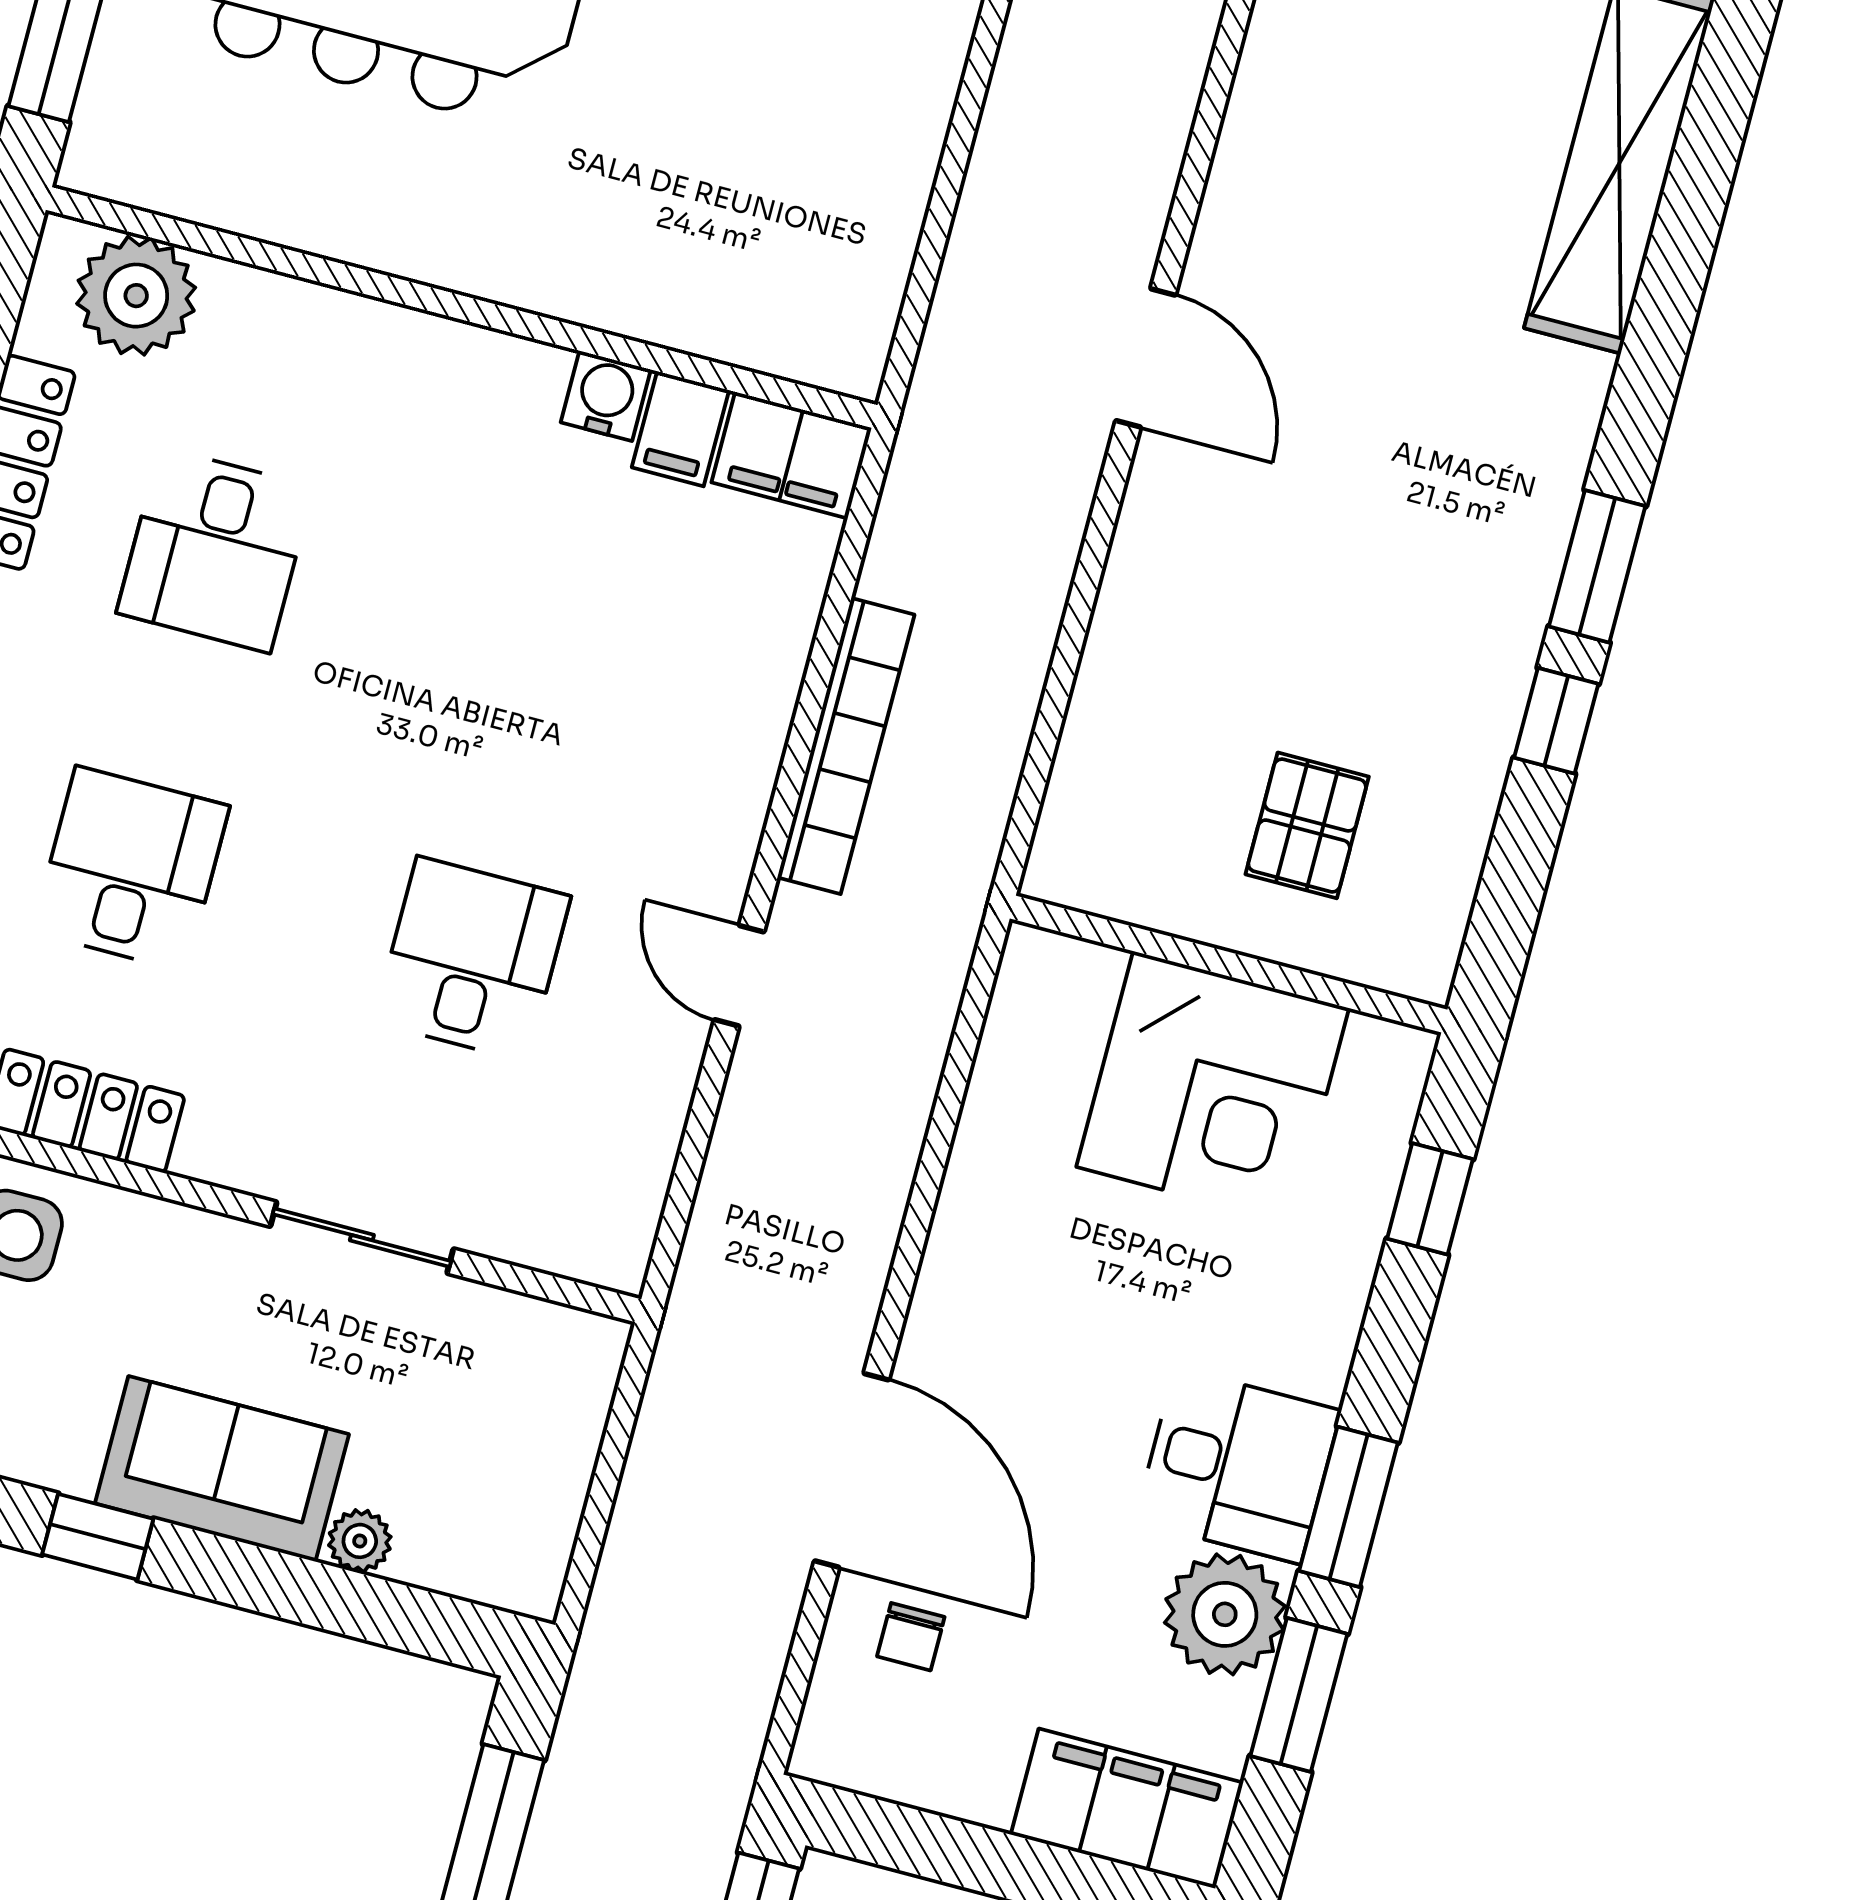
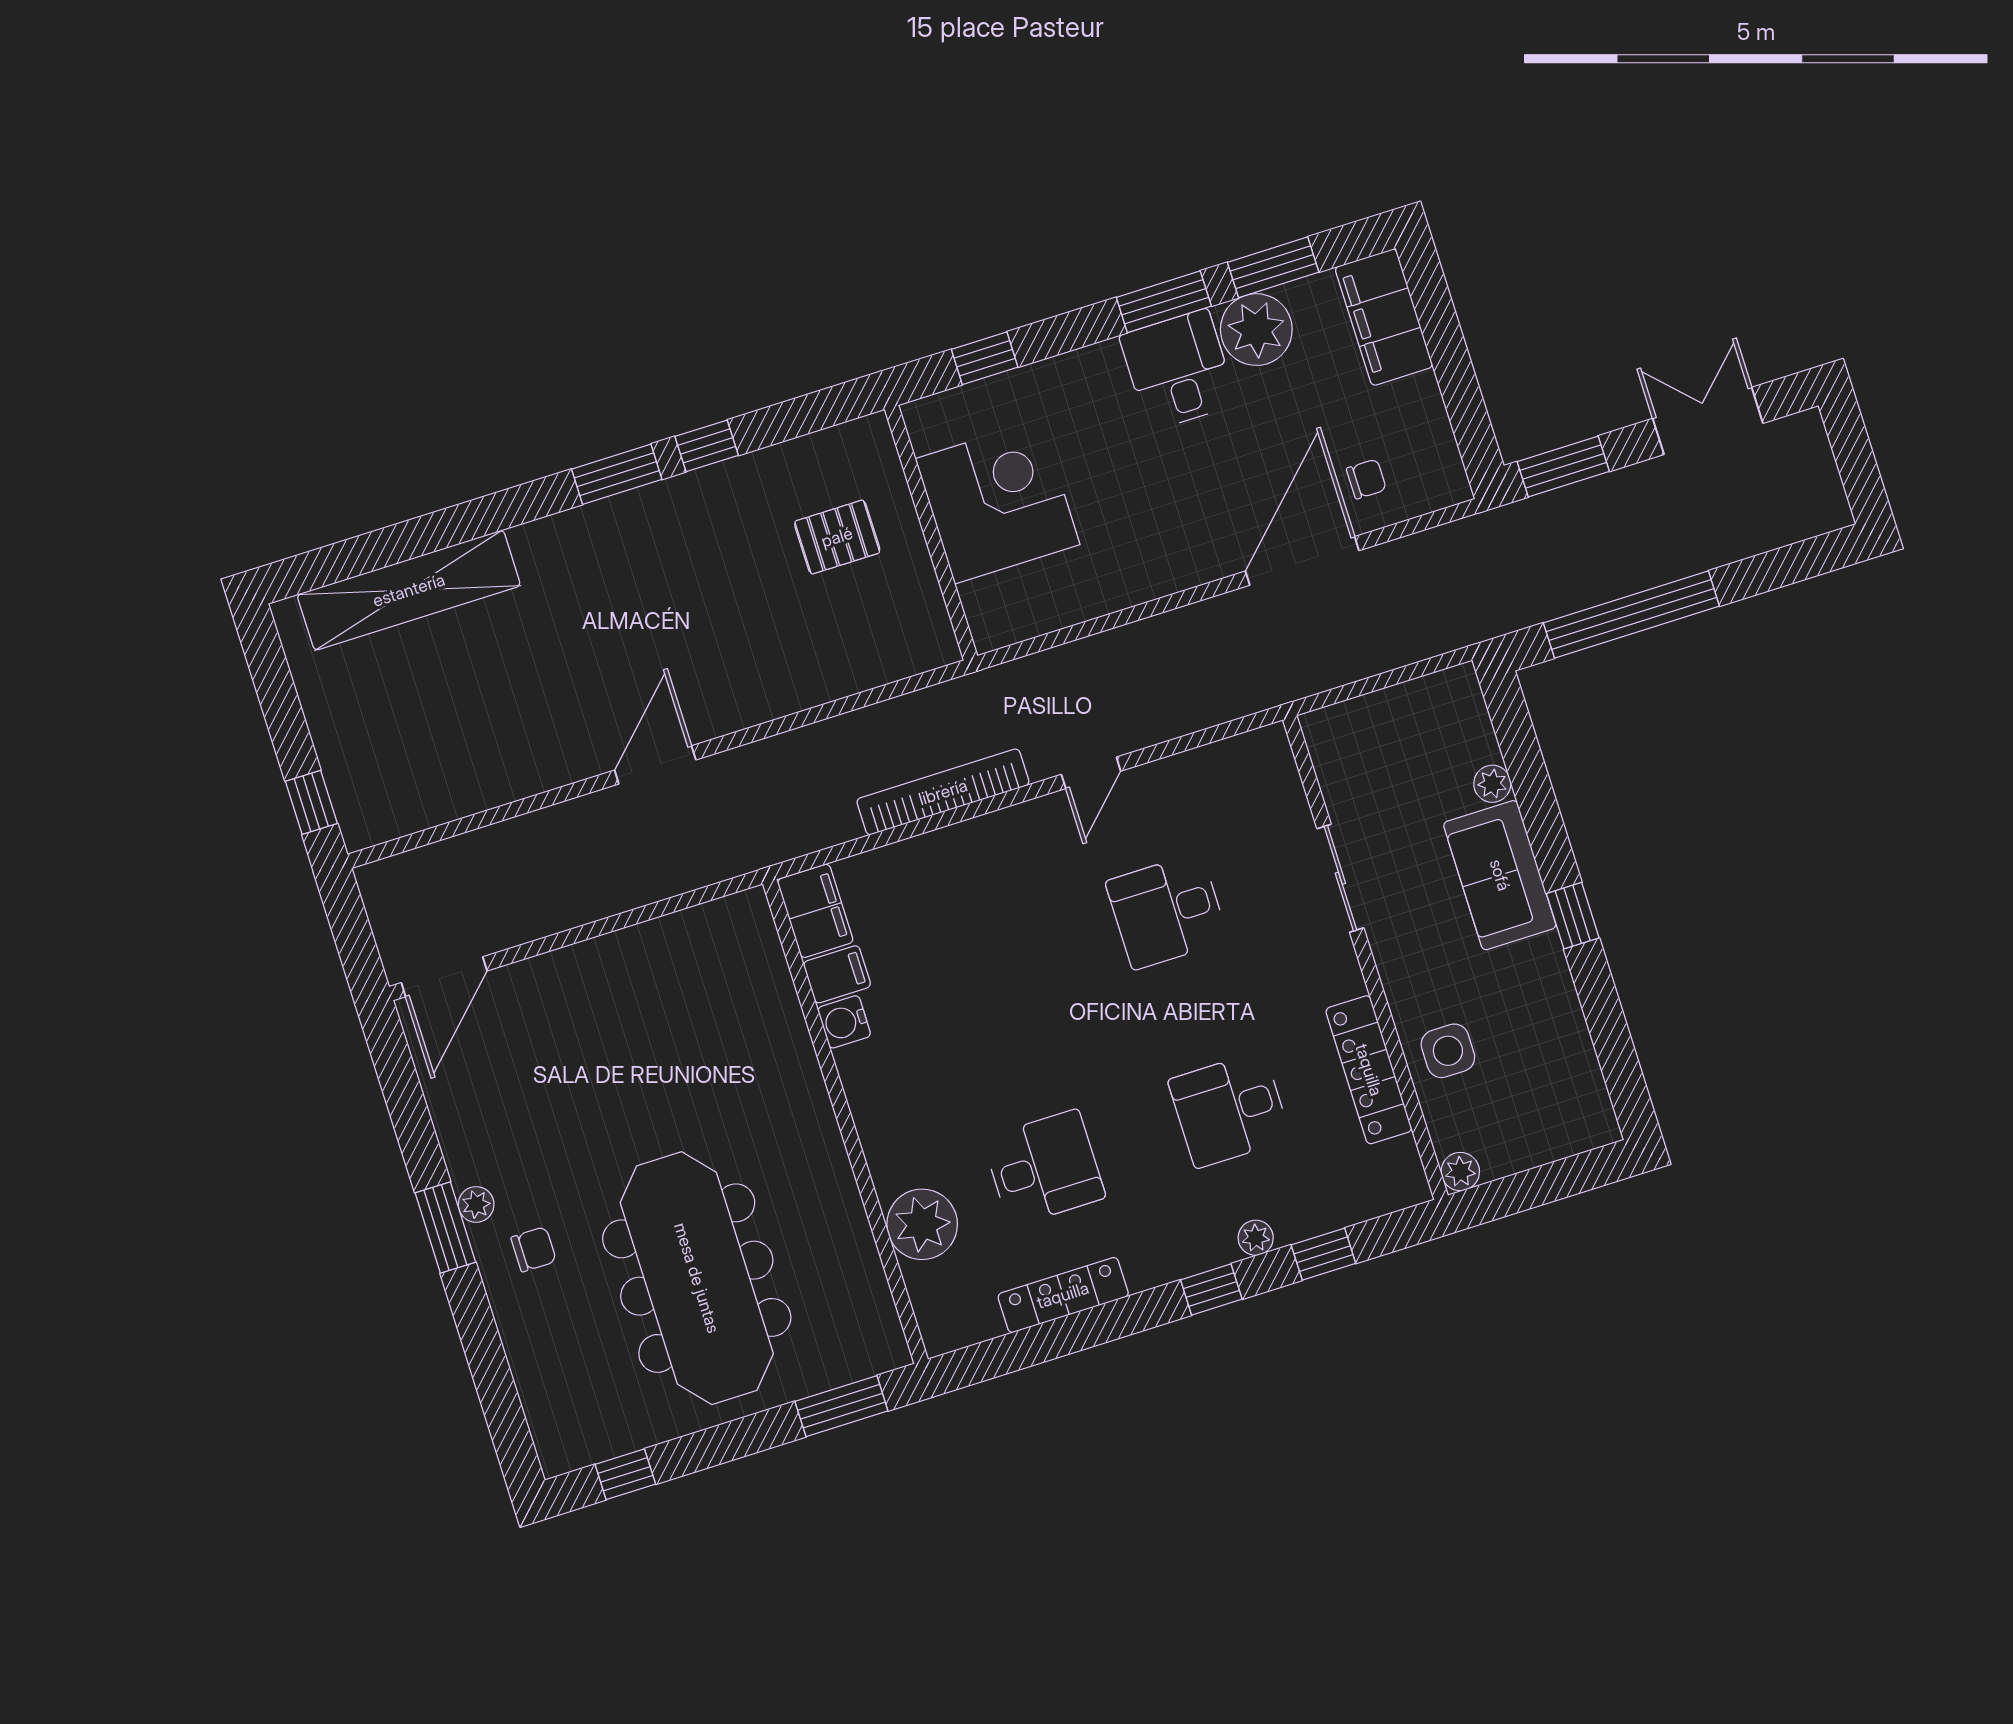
plant: (136, 296) -> (922, 1224), moved

